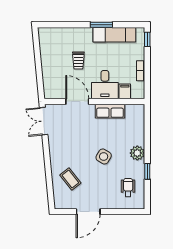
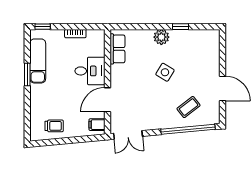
trolley: (78, 61) -> (54, 126), moved
filing cabinet: (125, 91) -> (97, 125), moved
row of seats: (110, 111) -> (117, 49), moved
window: (49, 179) -> (188, 129), added
wheelchair: (128, 188) -> (197, 47), removed

